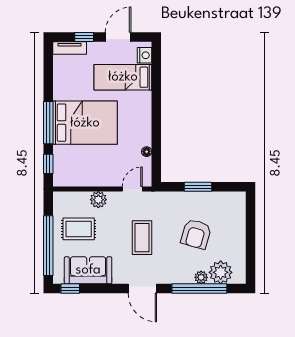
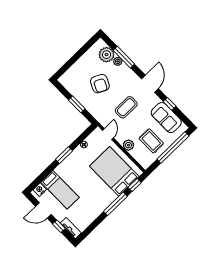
window: (156, 119) -> (64, 155), added
bed: (85, 123) -> (114, 171), moved
door: (132, 189) -> (108, 134), swing flipped
armchair: (196, 234) -> (100, 84), turned 100
window: (70, 289) -> (170, 104), moved
window: (199, 289) -> (124, 57), width x0.68

